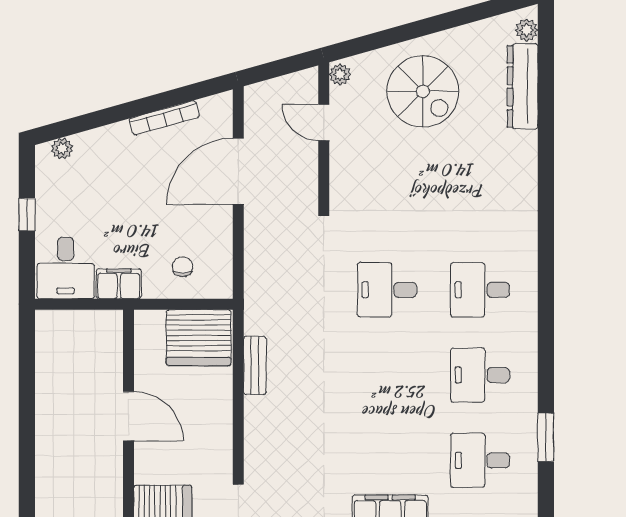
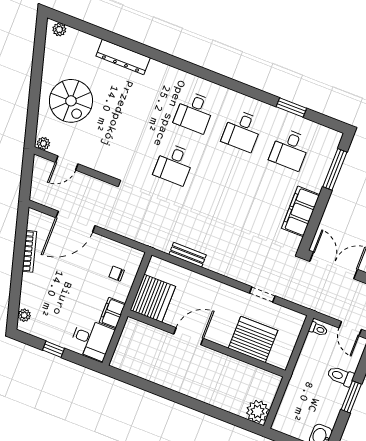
dresser: (523, 86) -> (123, 57), moved
spiral stairs: (423, 91) -> (71, 101), turned 90
door: (238, 171) -> (75, 222), hinge flipped
server rack: (199, 338) -> (153, 298), moved

